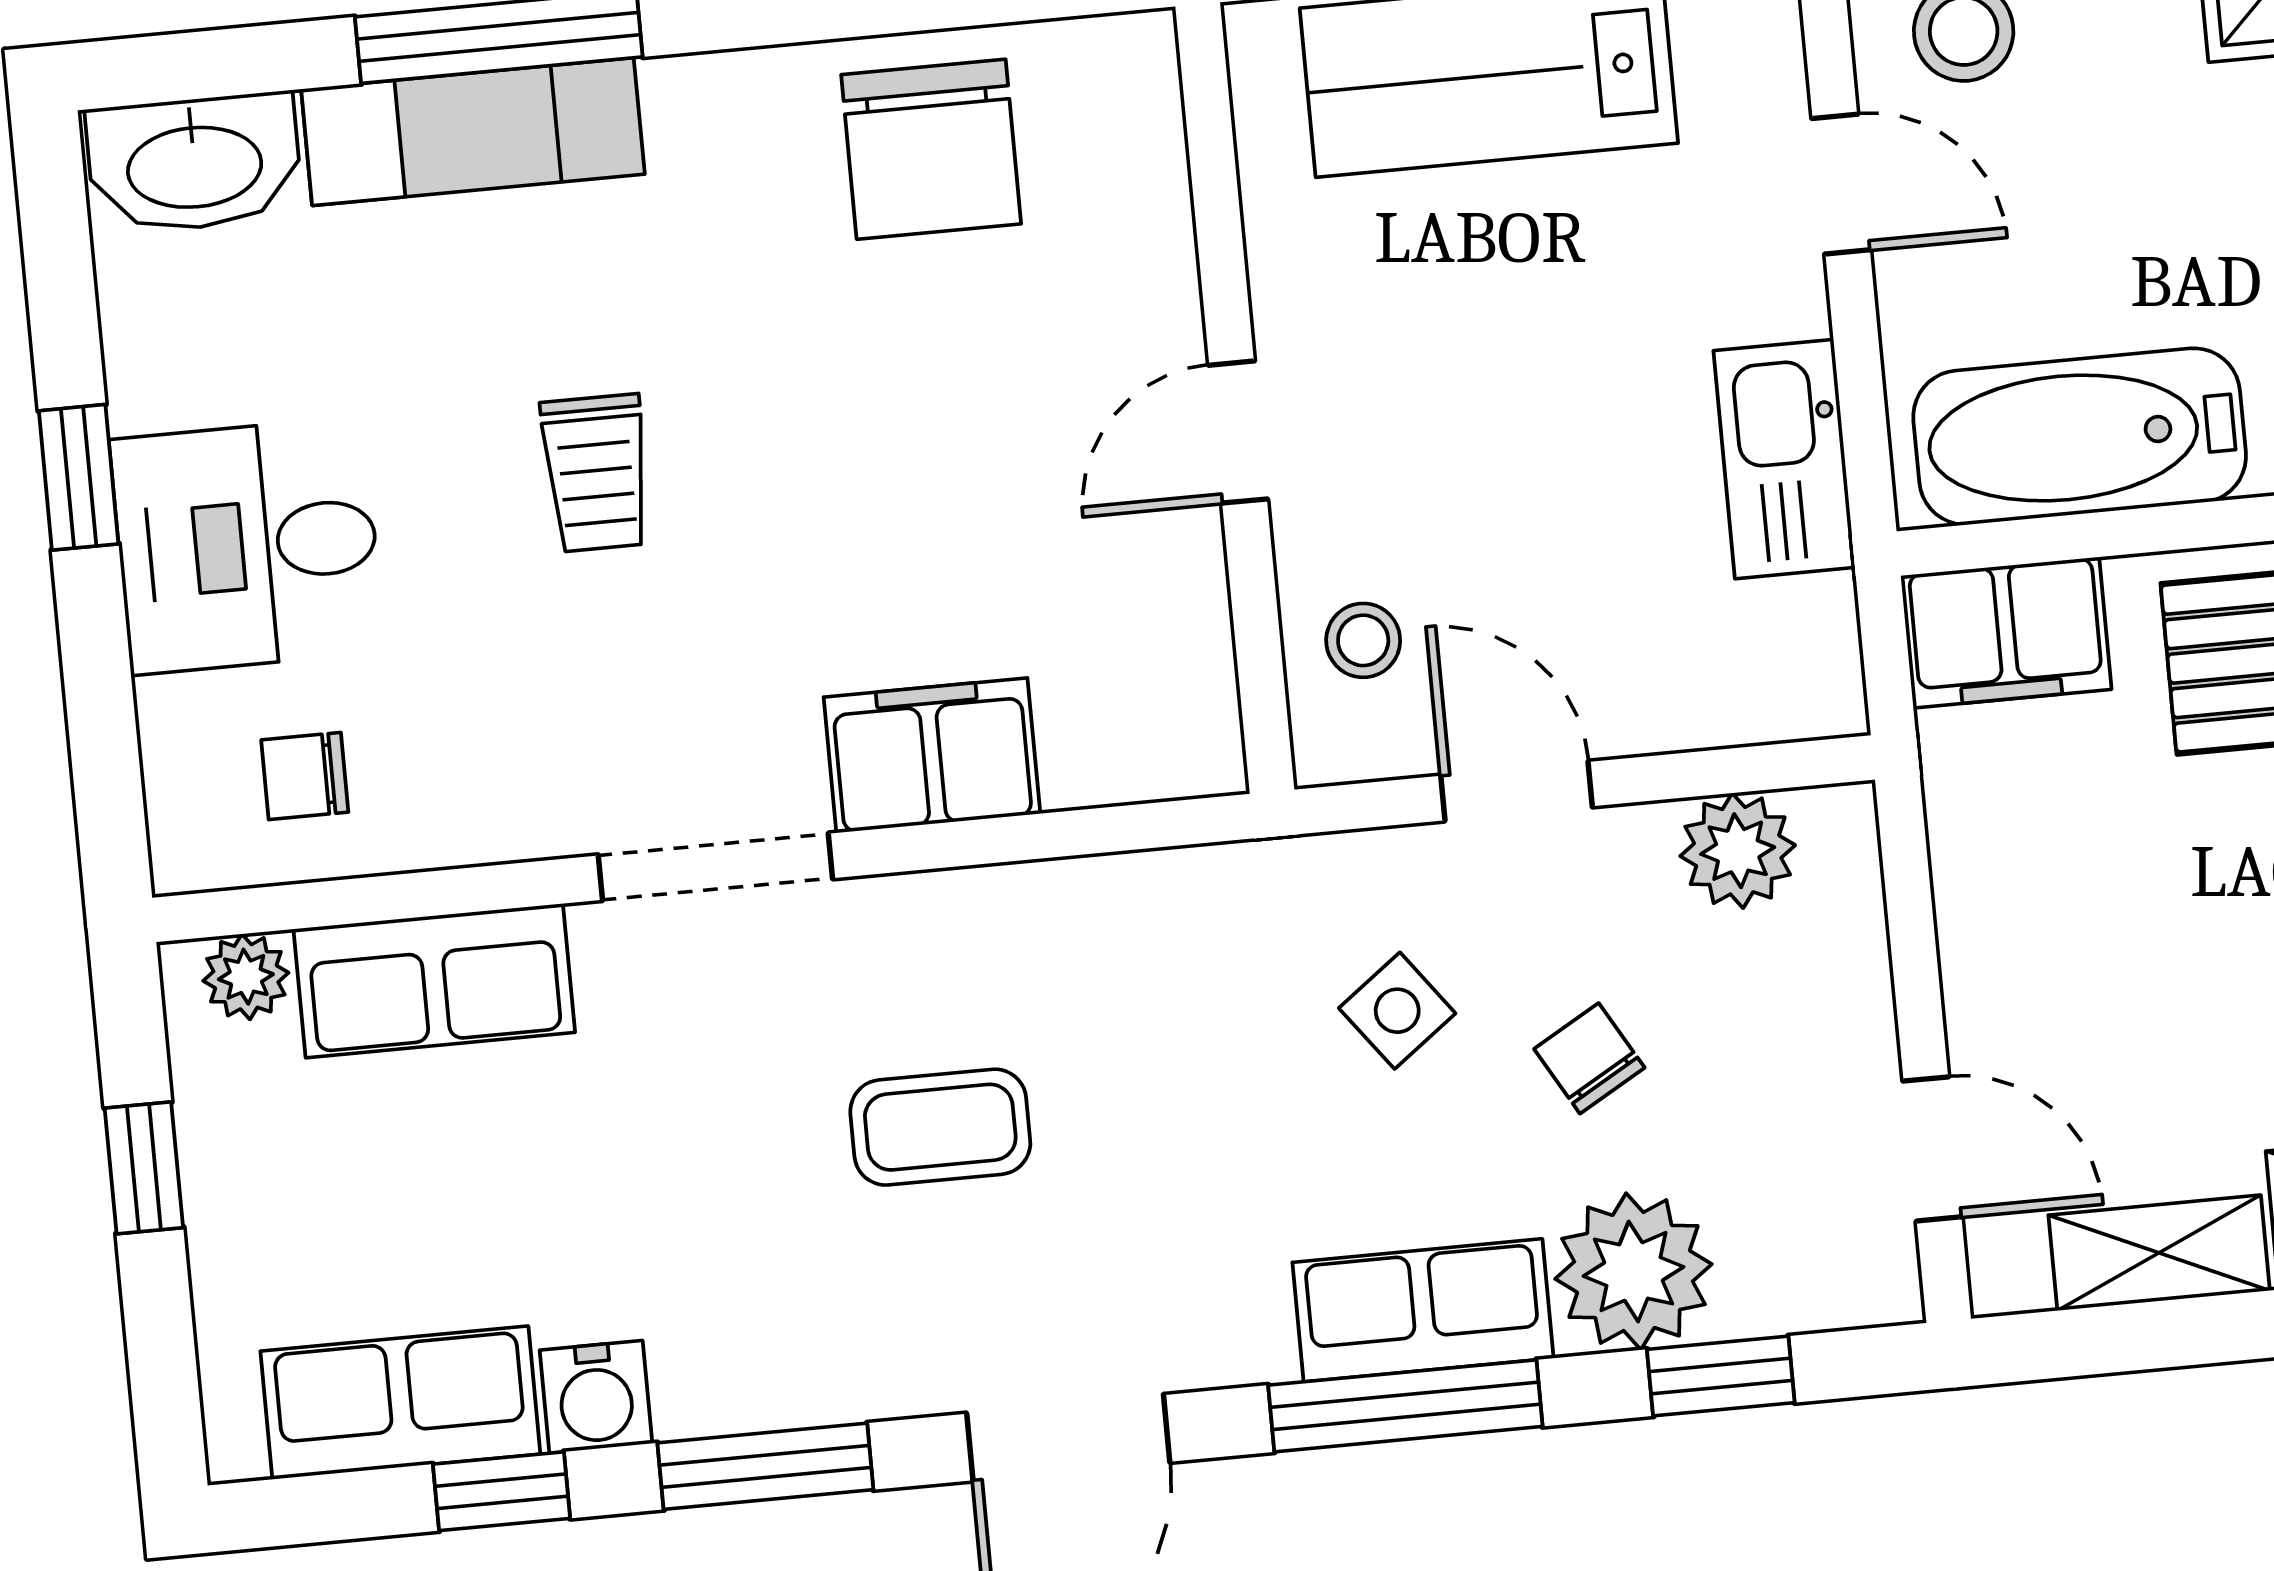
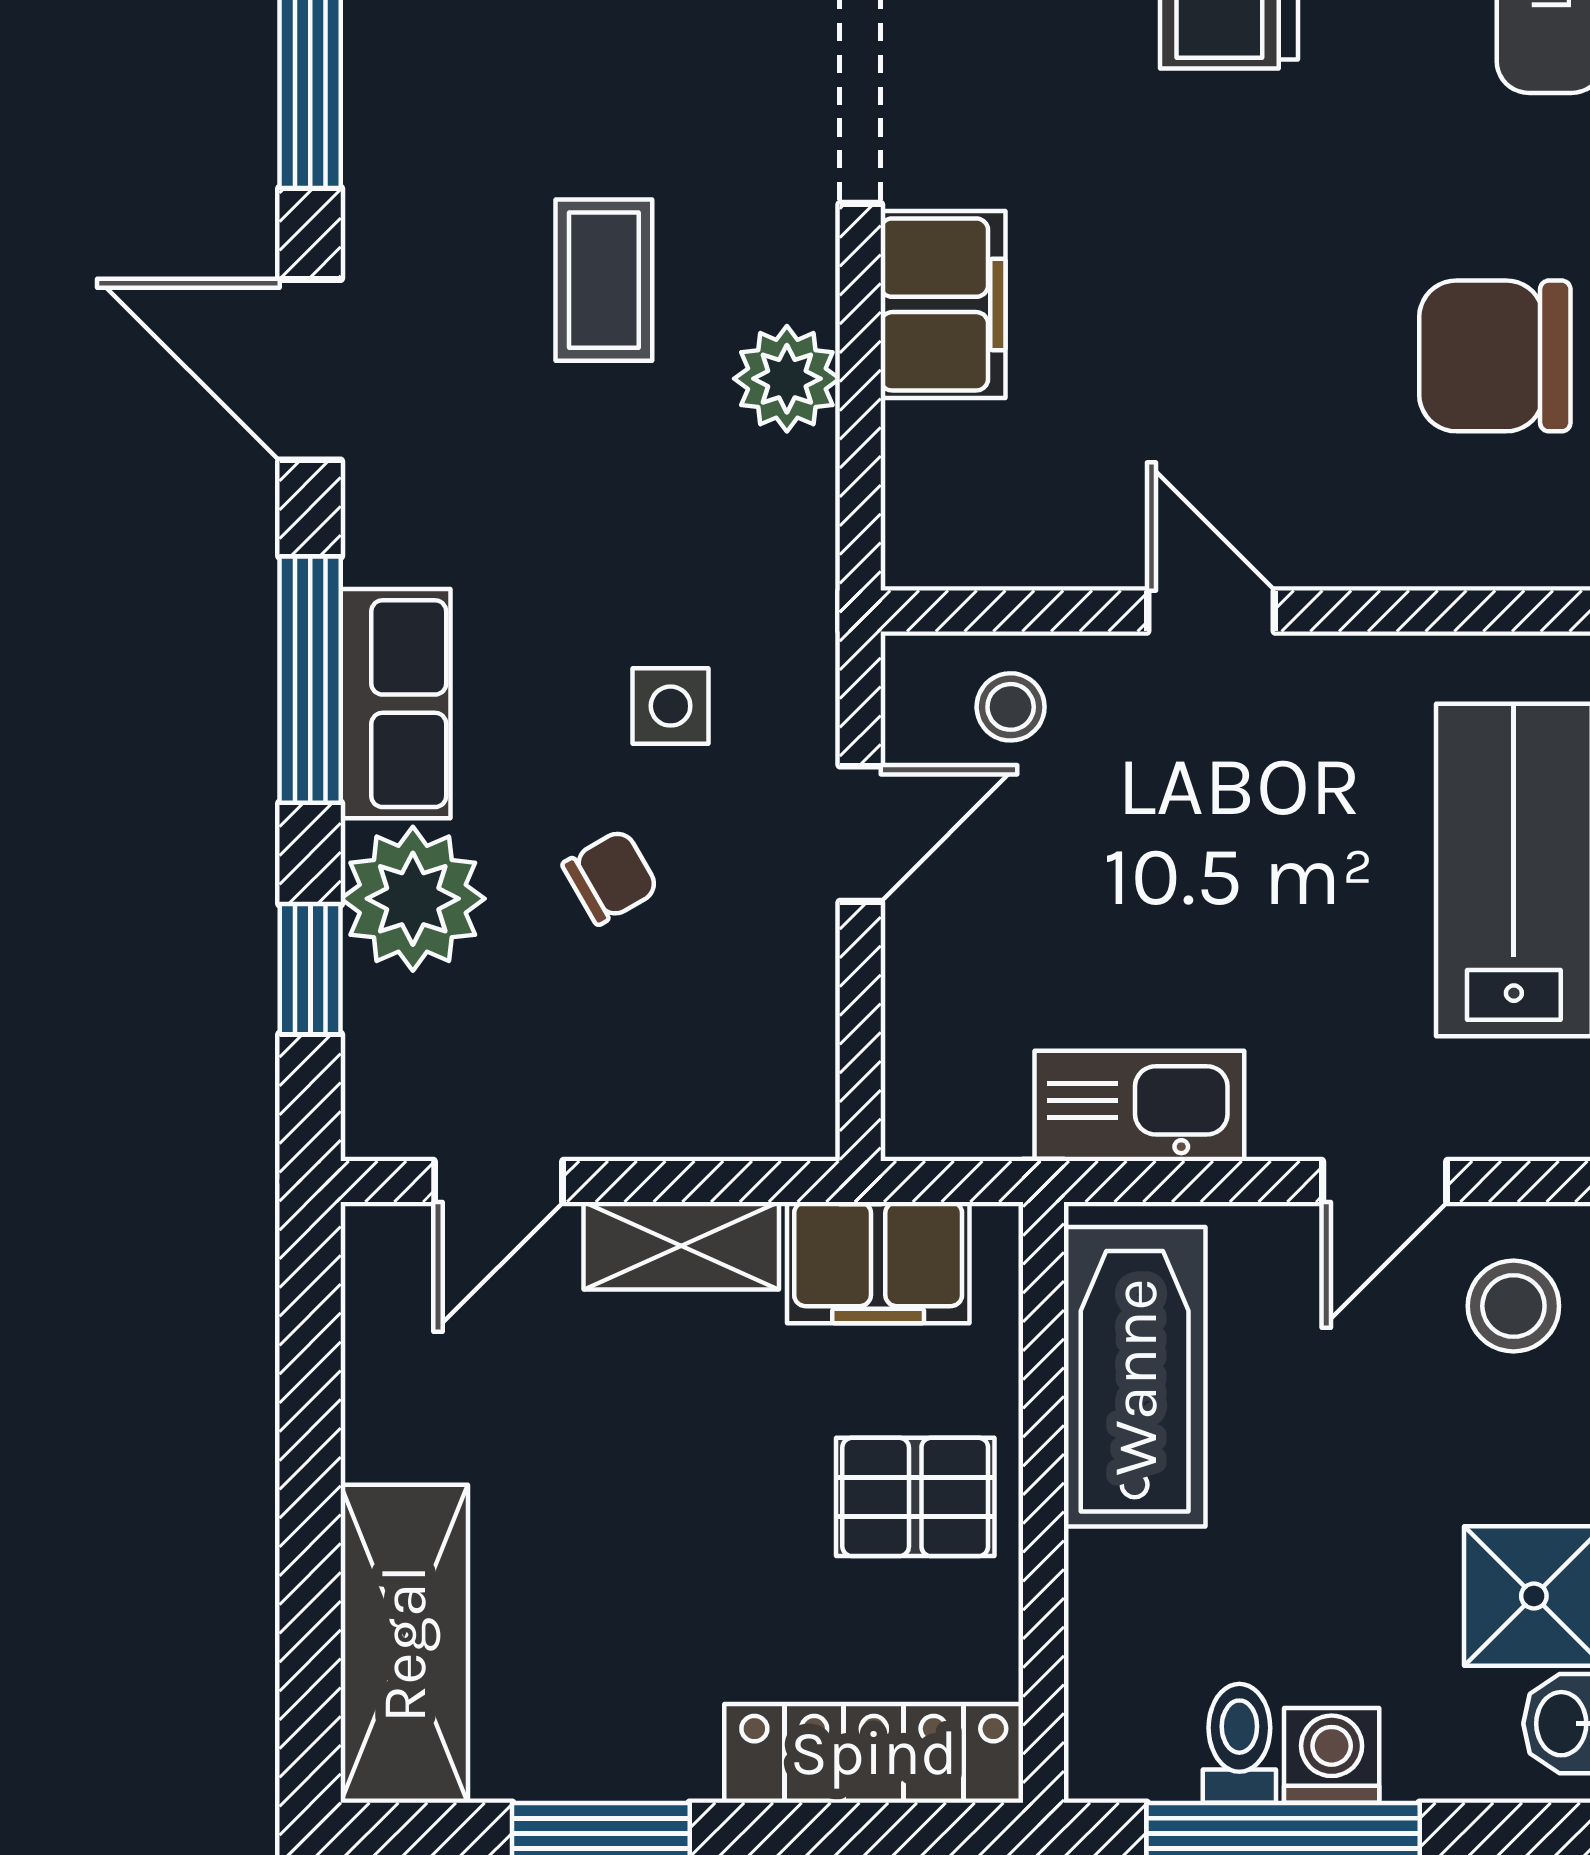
filing cabinet: (2006, 633) -> (878, 1263), moved, turned -90
plant: (1738, 851) -> (787, 379), moved
side table: (1397, 1011) -> (671, 706), turned 37
shelving: (2159, 1253) -> (681, 1246), moved, turned 90

